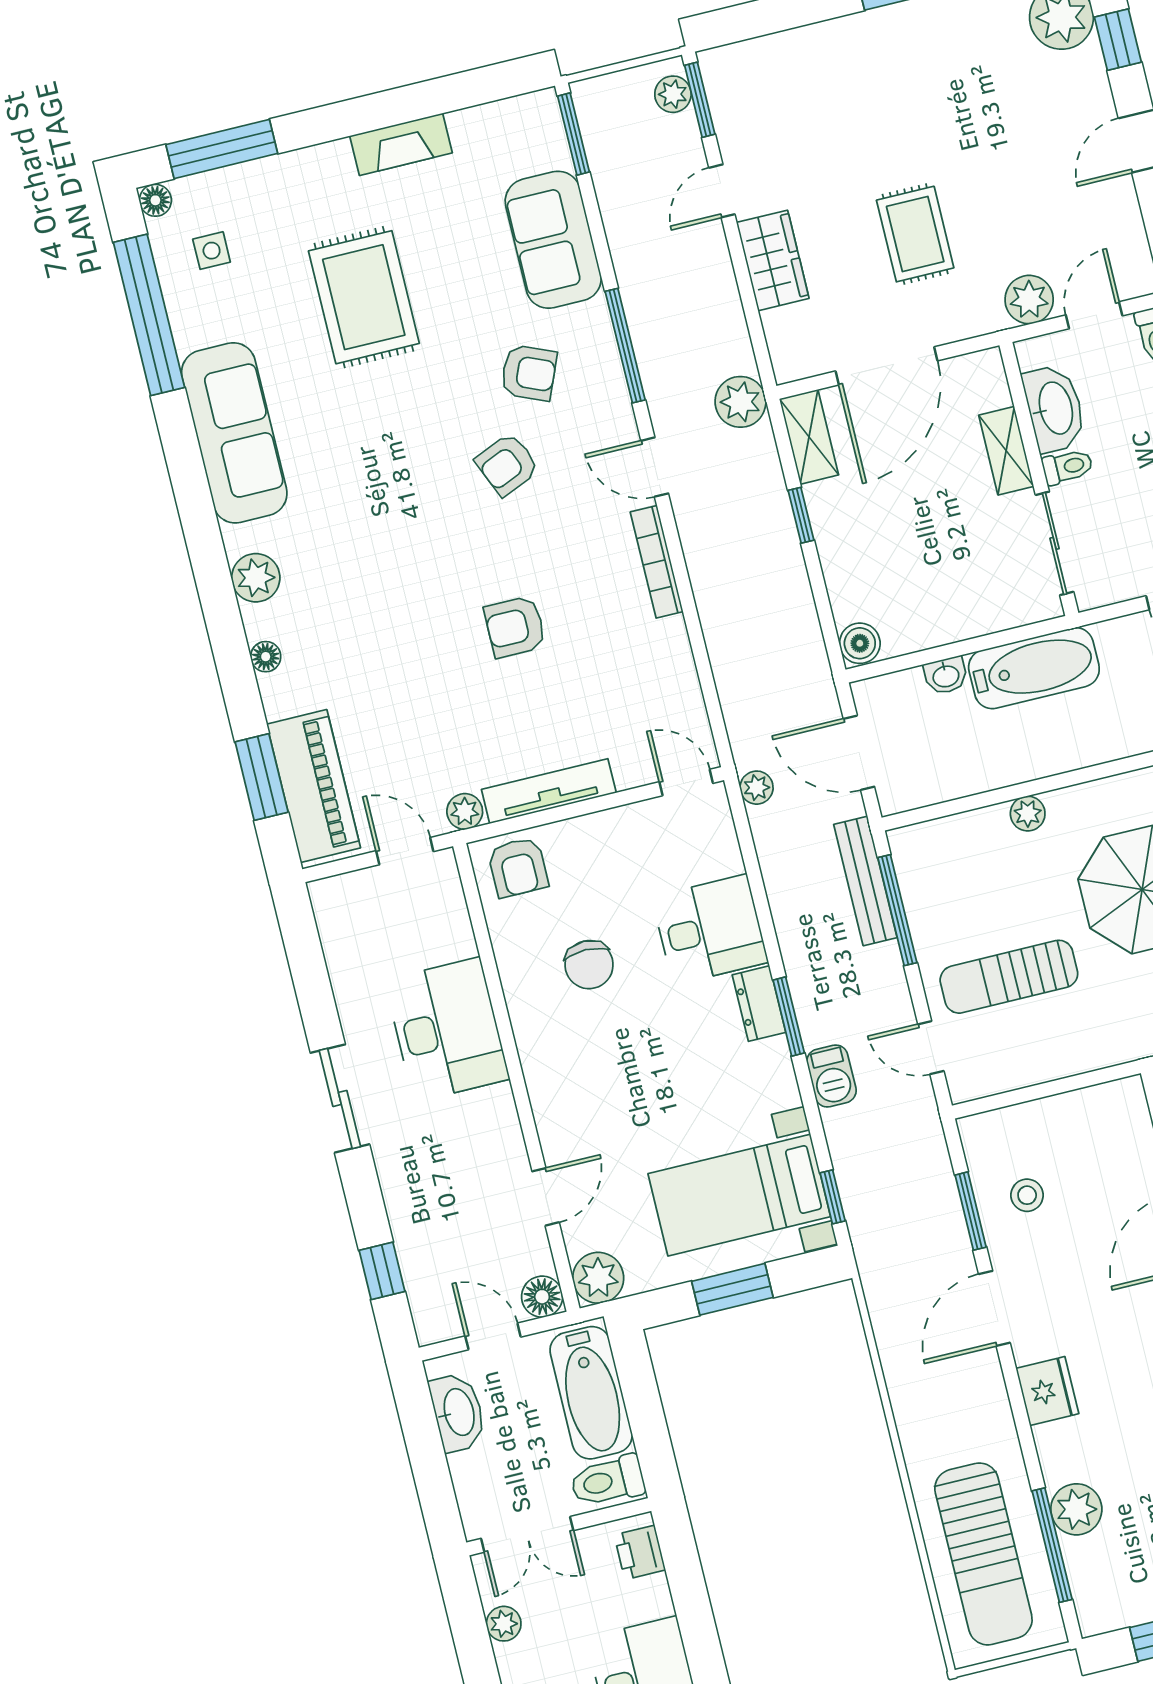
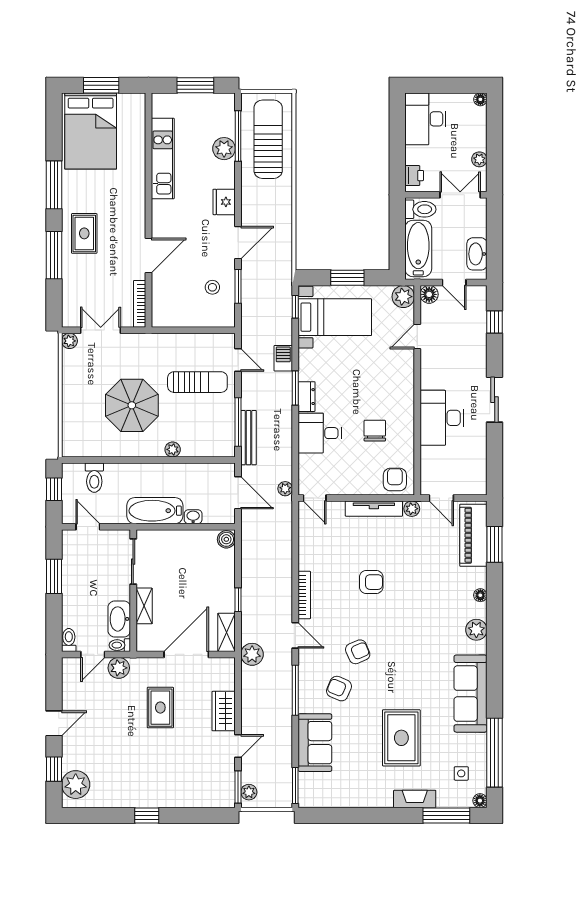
fireplace: (401, 144) -> (415, 799), moved
toilet: (1067, 467) -> (120, 645), moved

